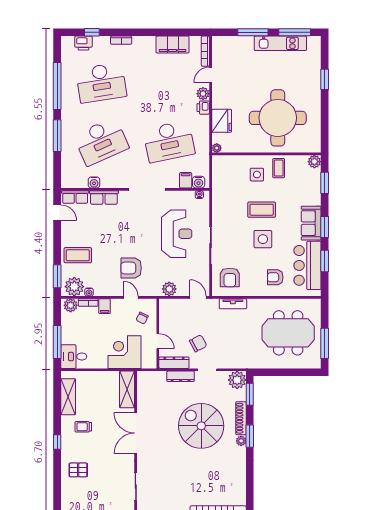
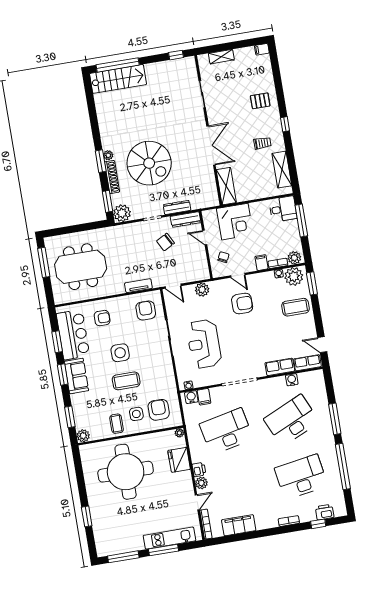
kitchen unit: (280, 43) -> (169, 538), moved
armchair: (234, 175) -> (159, 410), added

